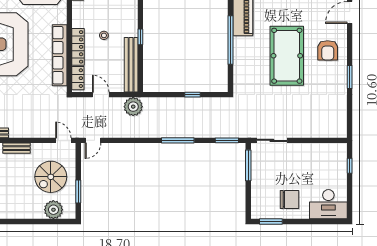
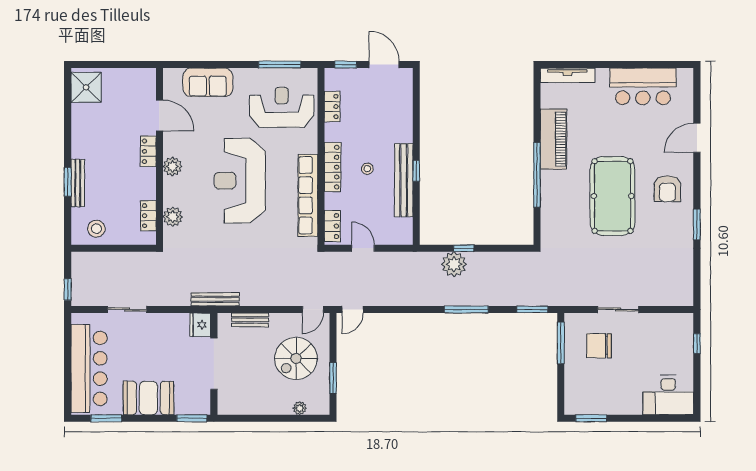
locker: (78, 47) -> (333, 167), moved
bench: (131, 65) -> (404, 180), moved
window: (192, 95) -> (464, 248), moved
plant: (133, 107) -> (454, 264), moved
door: (63, 140) -> (313, 309), swing flipped
sliding door: (272, 140) -> (618, 309), moved
chair: (289, 200) -> (599, 346), moved, turned 180
plant: (53, 210) -> (300, 408), width x0.53, depth x0.53

